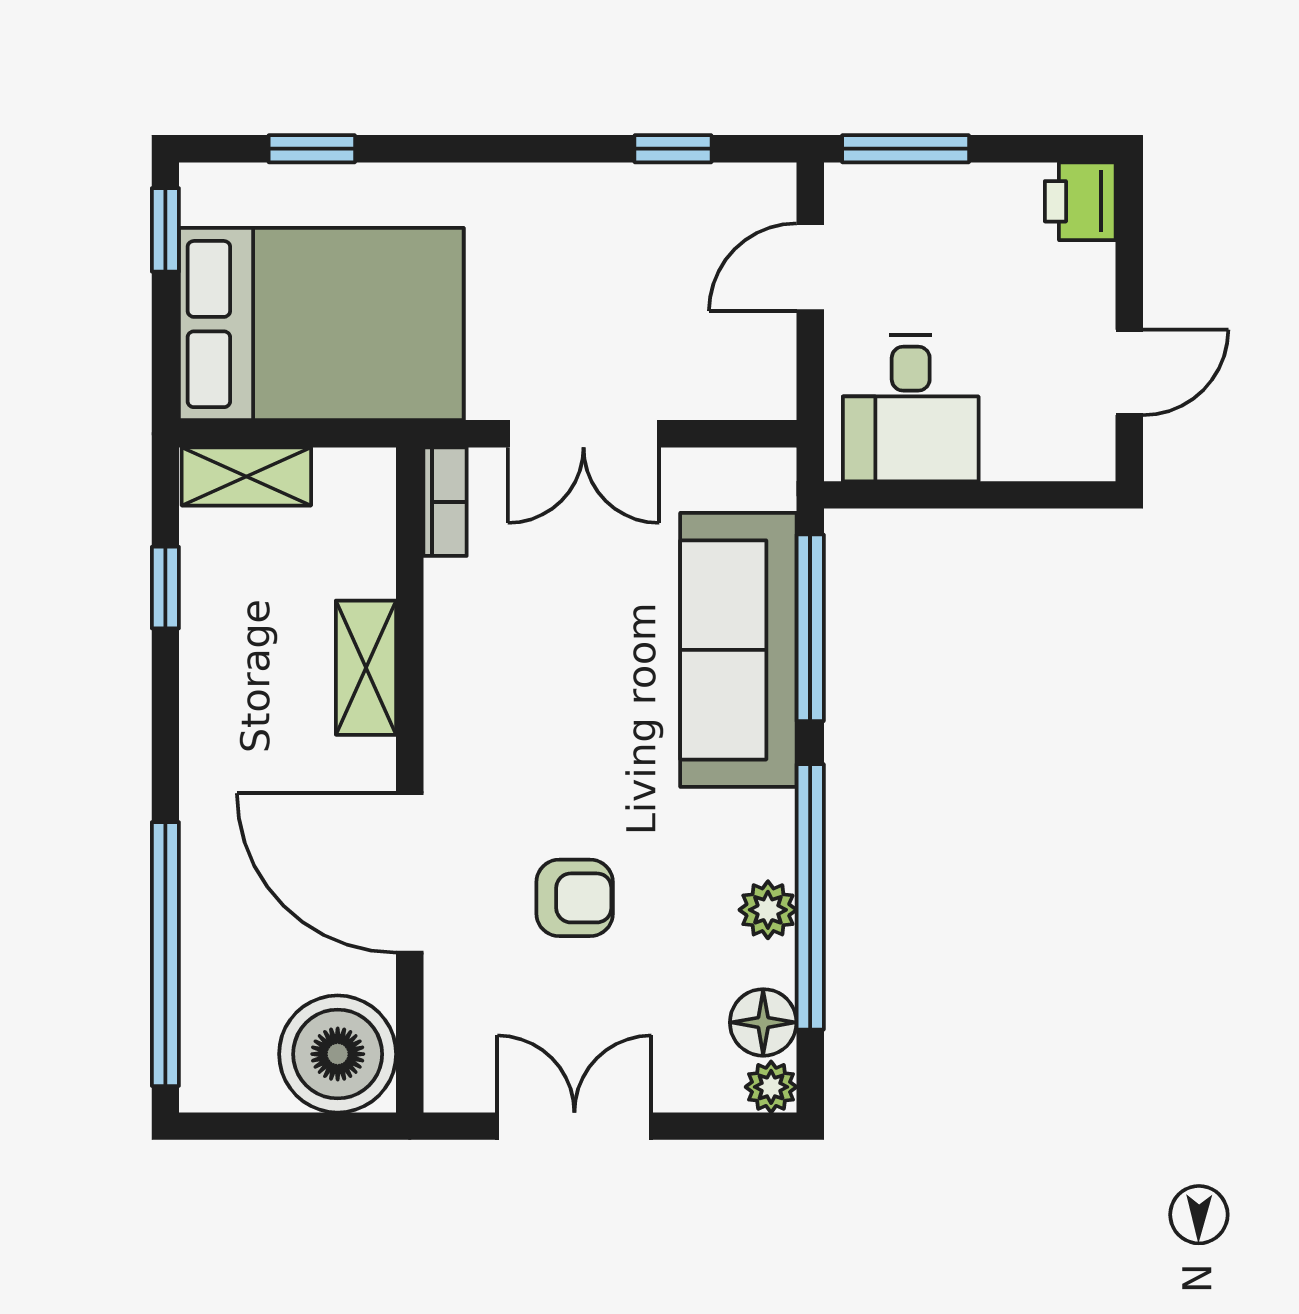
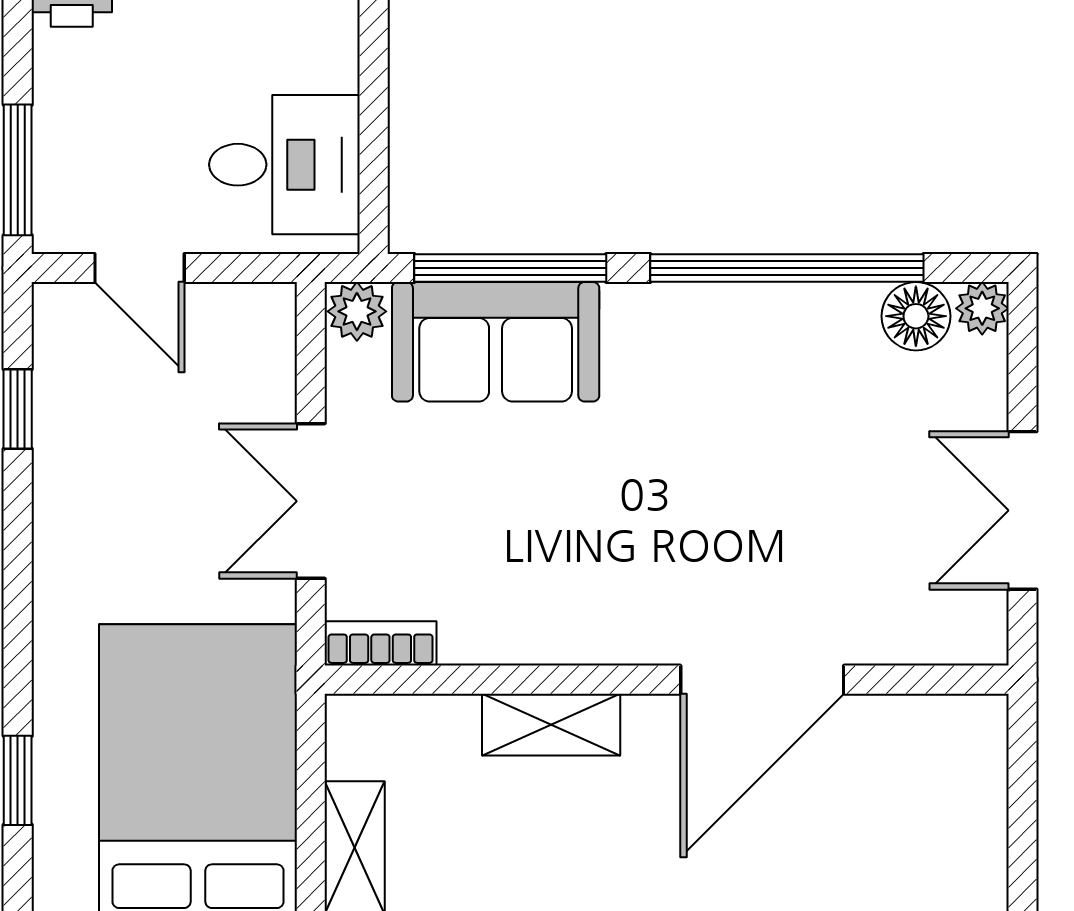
double door: (584, 434) -> (311, 501), swing flipped
sofa: (738, 650) -> (496, 342), width x0.73
armchair: (575, 898) -> (788, 510), removed
plant: (768, 910) -> (357, 311), moved
boiler: (338, 1054) -> (948, 754), removed

